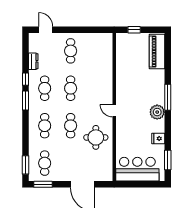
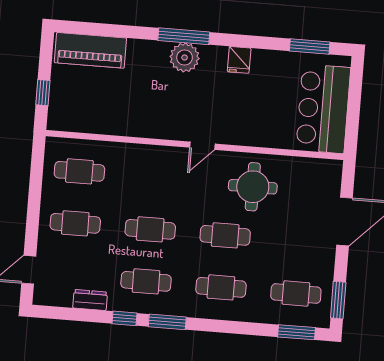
cafe table: (97, 51) -> (79, 171), added
plant: (157, 112) -> (185, 57), moved
fridge: (158, 138) -> (239, 60), moved

